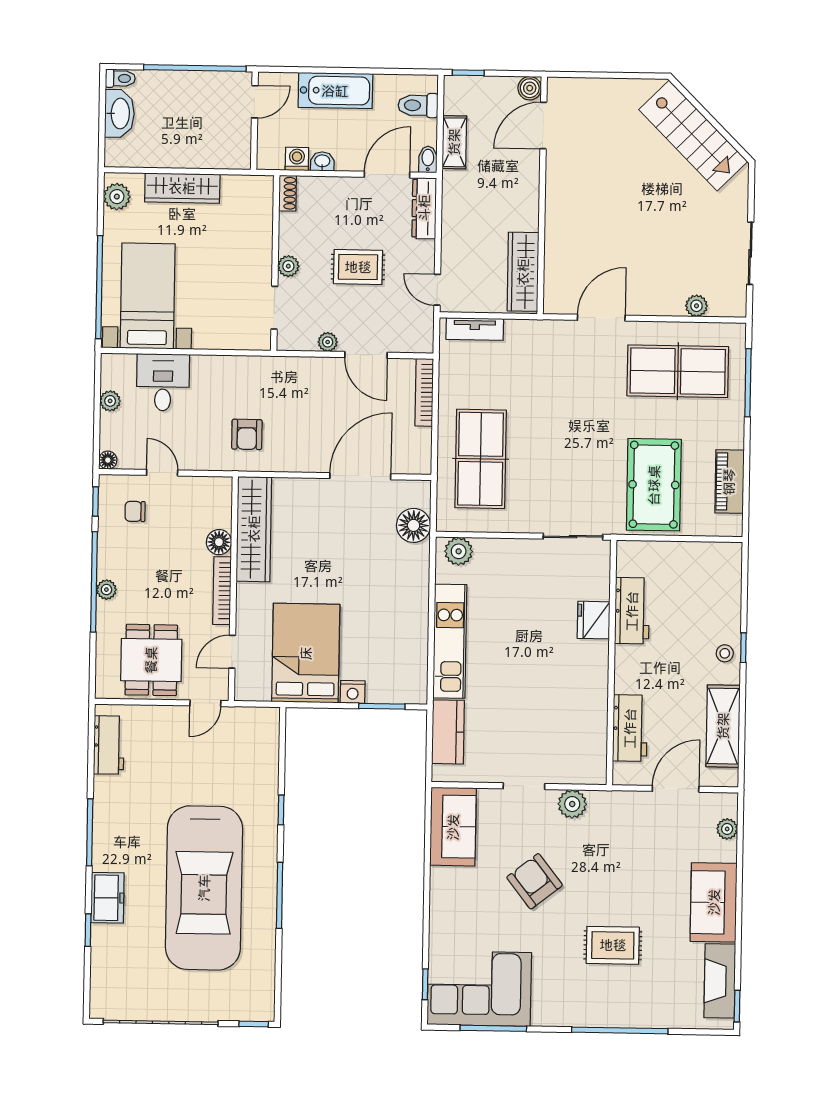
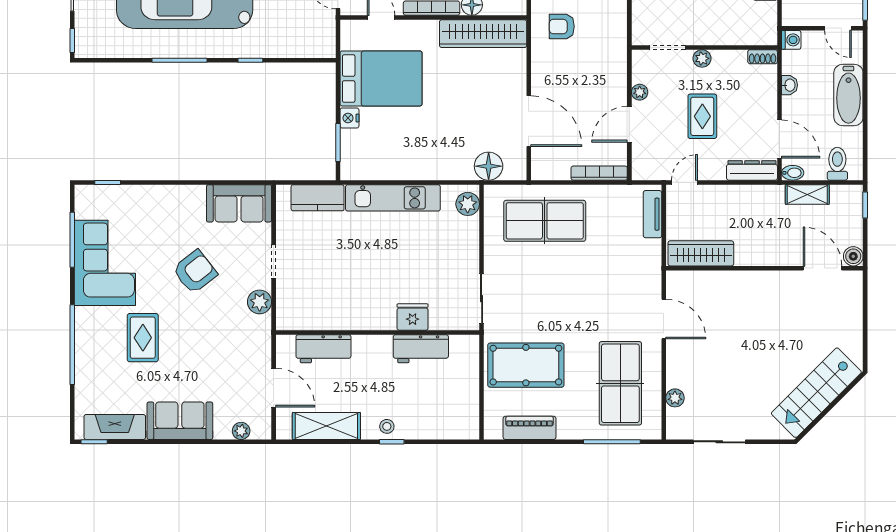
washing machine: (297, 159) -> (791, 40), moved
corner sofa: (479, 989) -> (105, 263), moved

